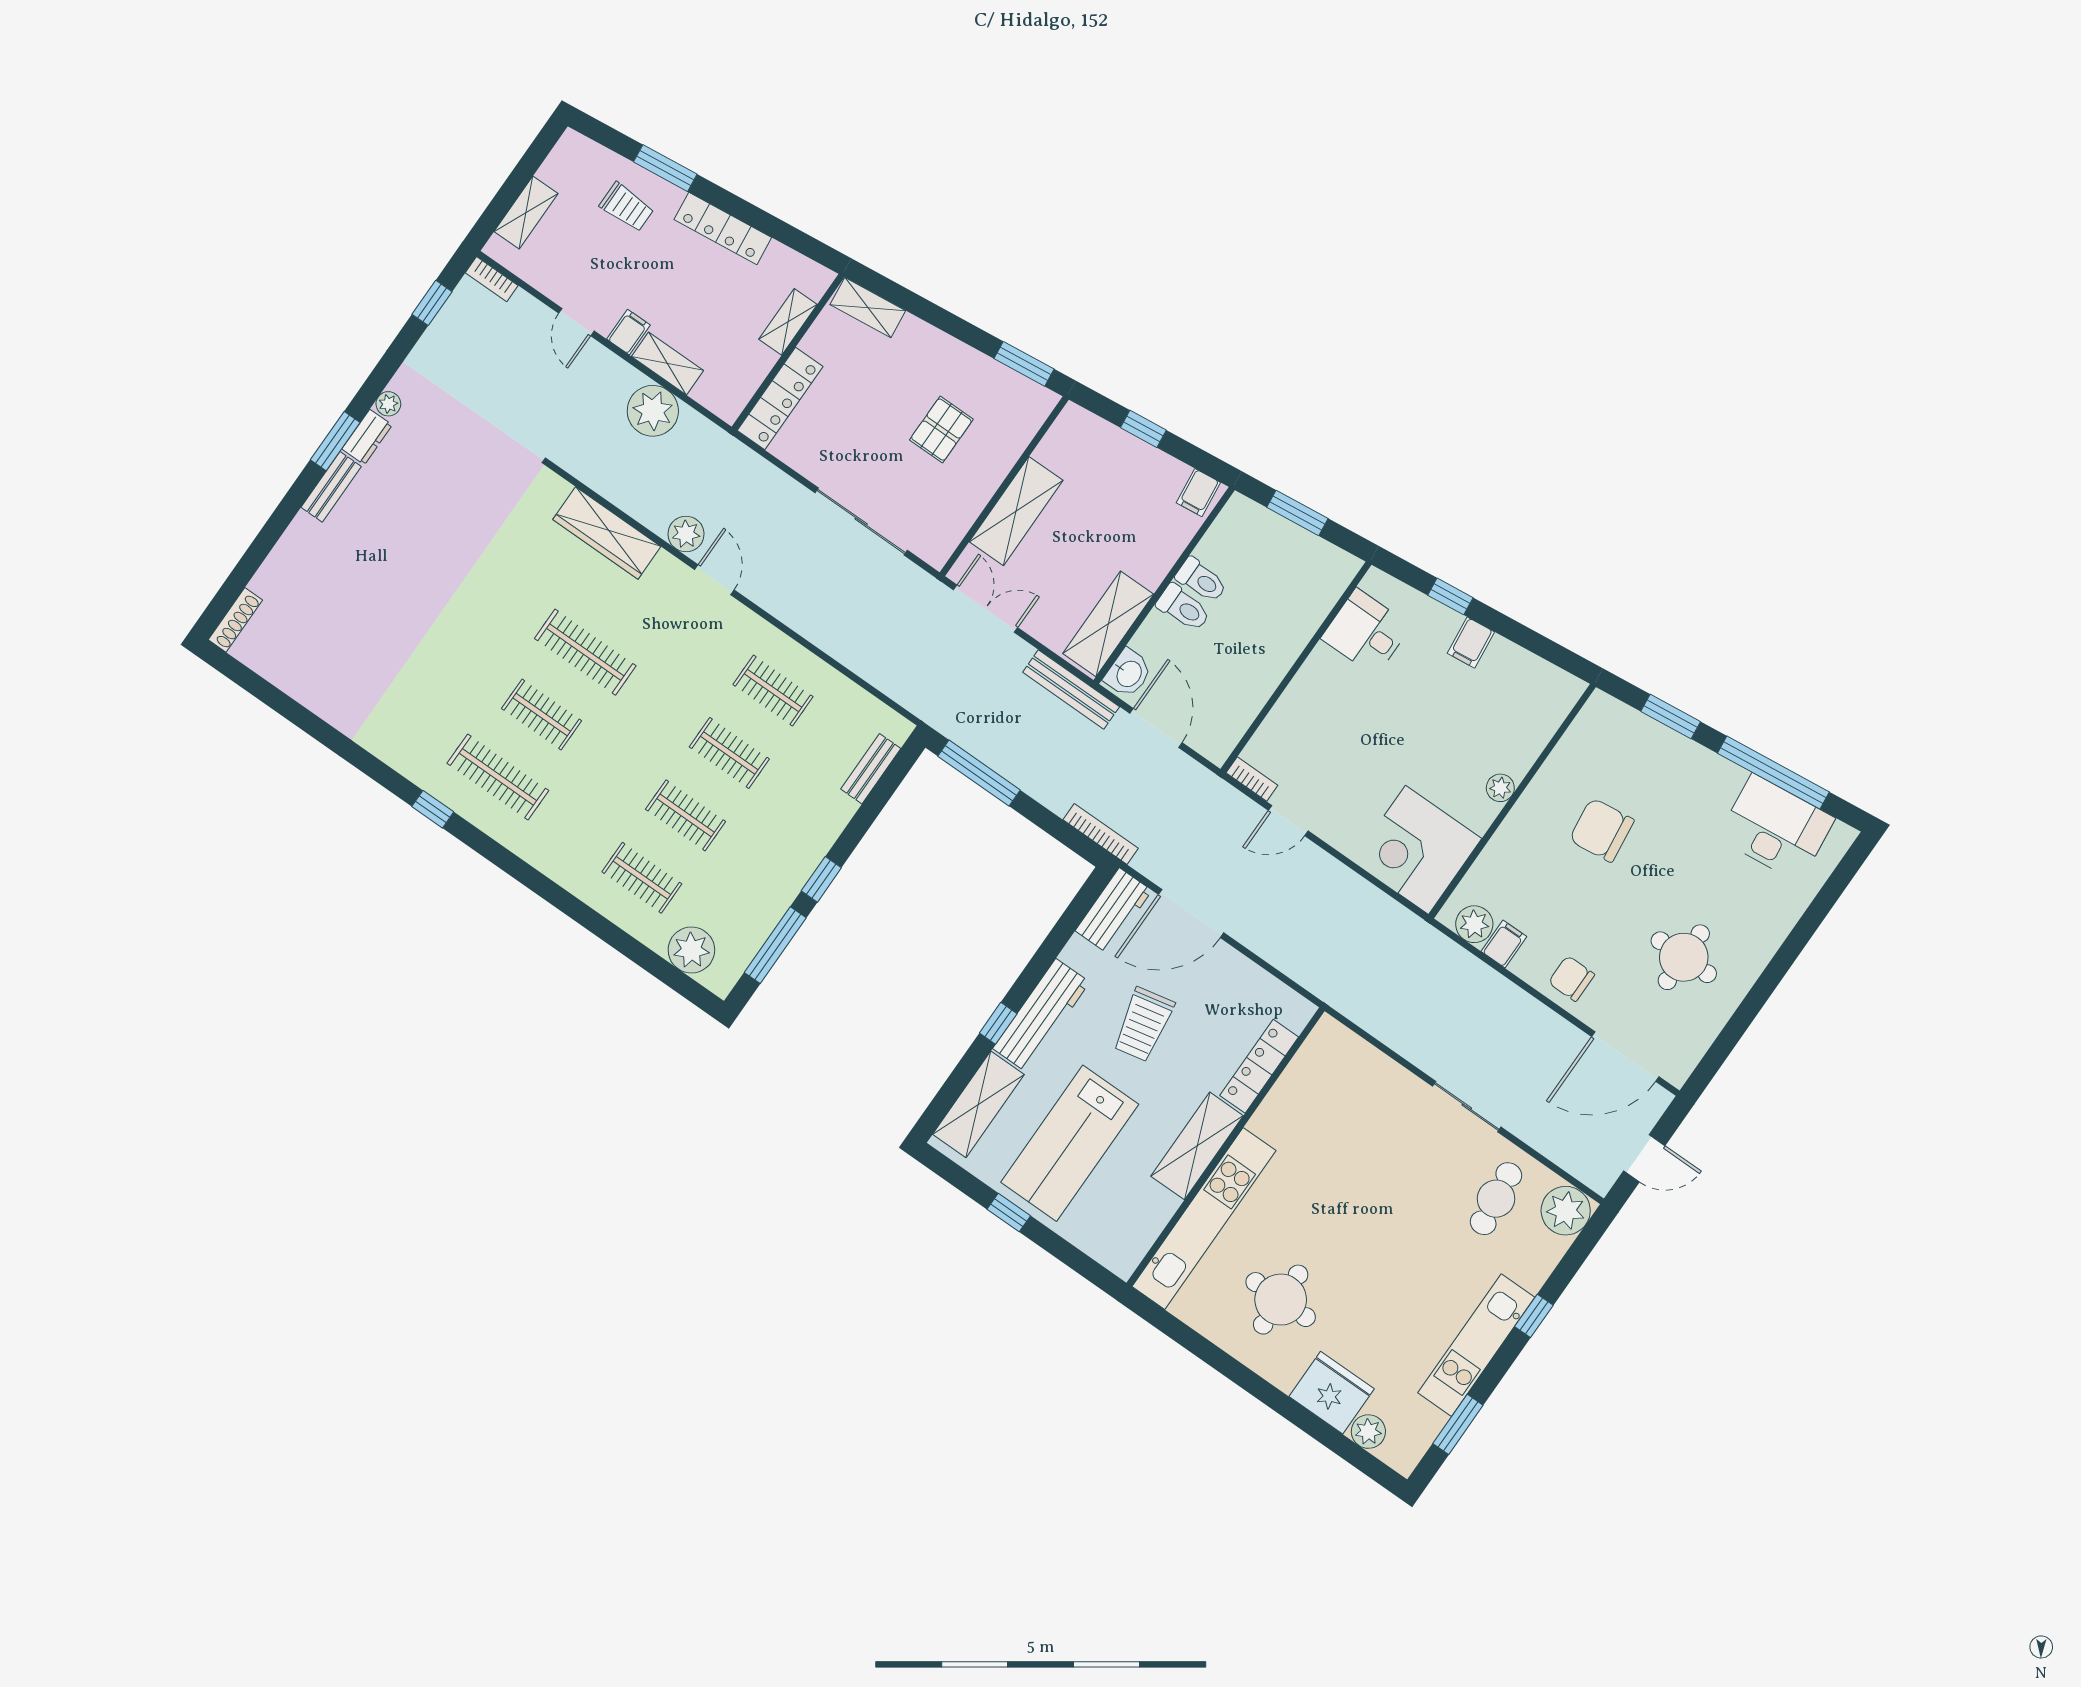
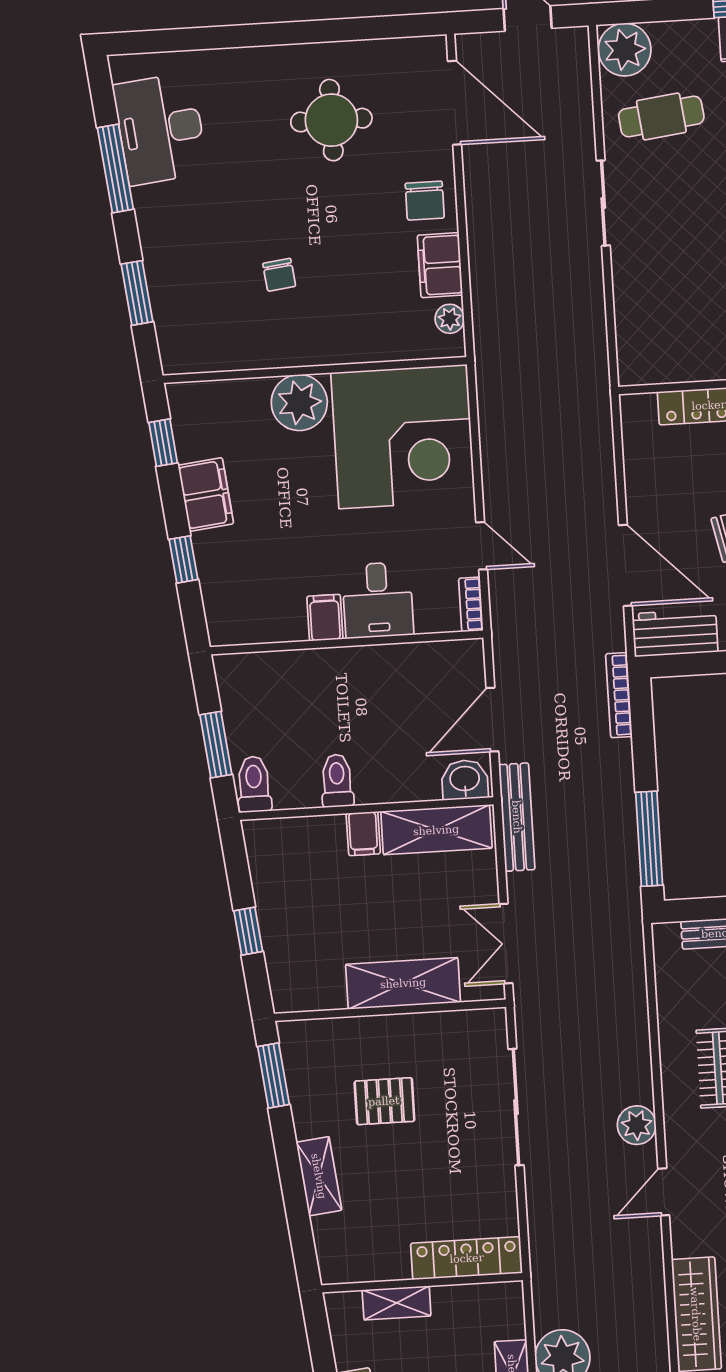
shelving: (868, 308) -> (319, 1176), moved
filing cabinet: (1198, 493) -> (363, 834), moved, turned 96
plant: (686, 534) -> (637, 1125), moved
toilet: (1184, 608) -> (254, 784), moved
desk: (1366, 632) -> (378, 600), moved
filing cabinet: (1471, 643) -> (206, 494), width x2.00
window: (1547, 649) -> (163, 443), added
filing cabinet: (1327, 665) -> (325, 618), added
window: (1773, 773) -> (115, 168), width x0.68
plant: (1500, 788) -> (299, 403), width x1.87, depth x1.87
chair: (1602, 830) -> (279, 275), width x0.54, depth x0.54
corner desk: (1417, 850) -> (403, 437), width x1.36, depth x1.36
plant: (1474, 924) -> (450, 319), width x0.73, depth x0.73
filing cabinet: (1504, 944) -> (440, 265), width x2.00

